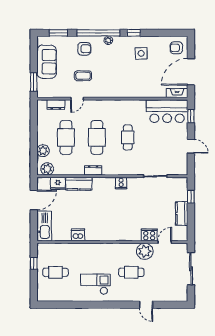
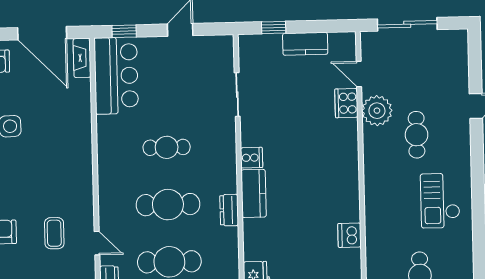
kitchen counter: (79, 184) -> (254, 193), moved

